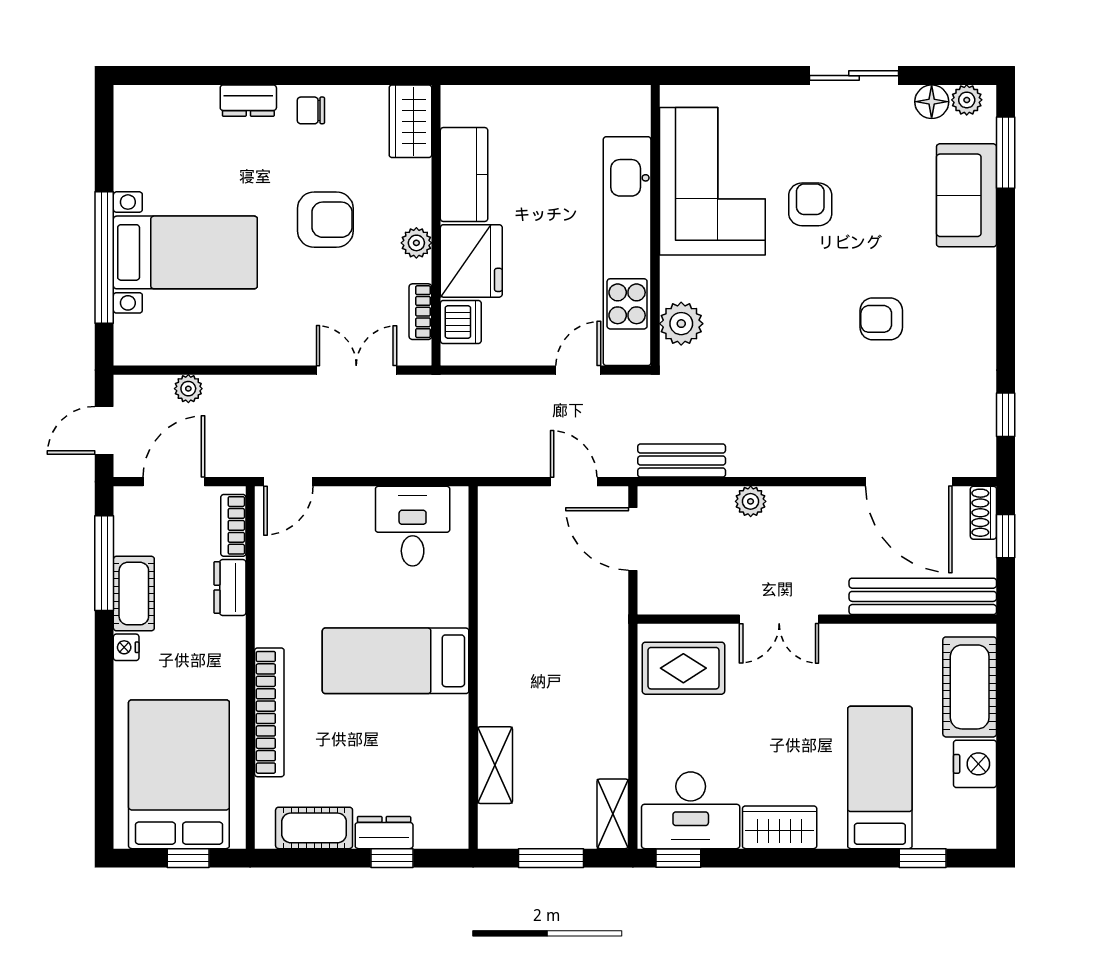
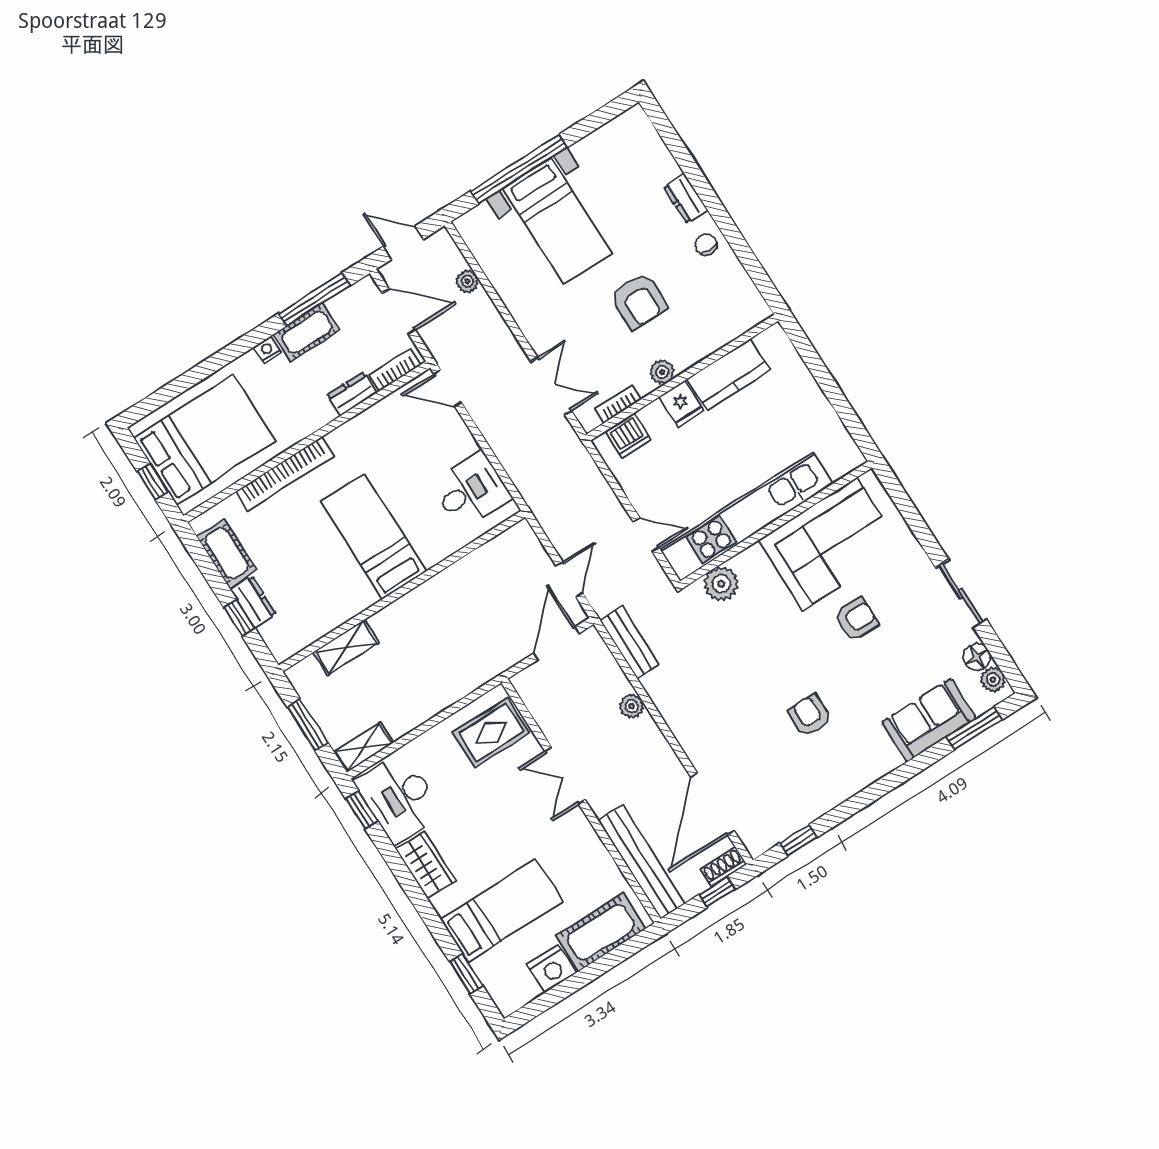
wardrobe: (410, 121) -> (741, 316), removed
fridge: (471, 261) -> (682, 404), width x0.53, depth x0.75
rug: (683, 668) -> (491, 732), turned 90

